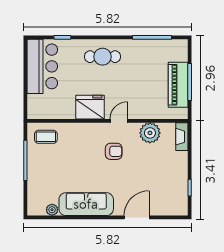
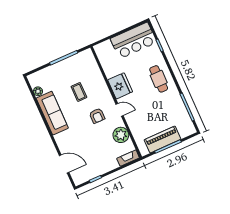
coffee table: (46, 137) -> (79, 92), moved
door: (137, 217) -> (64, 164), moved

